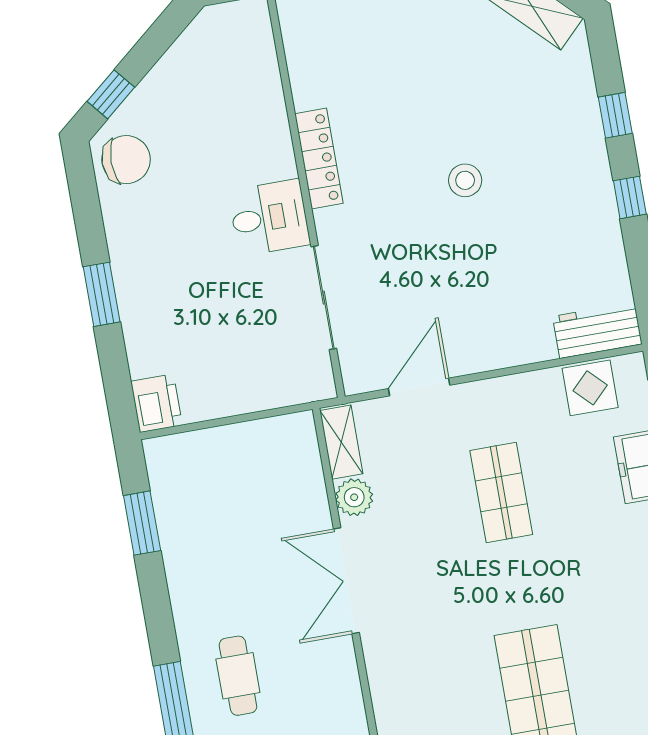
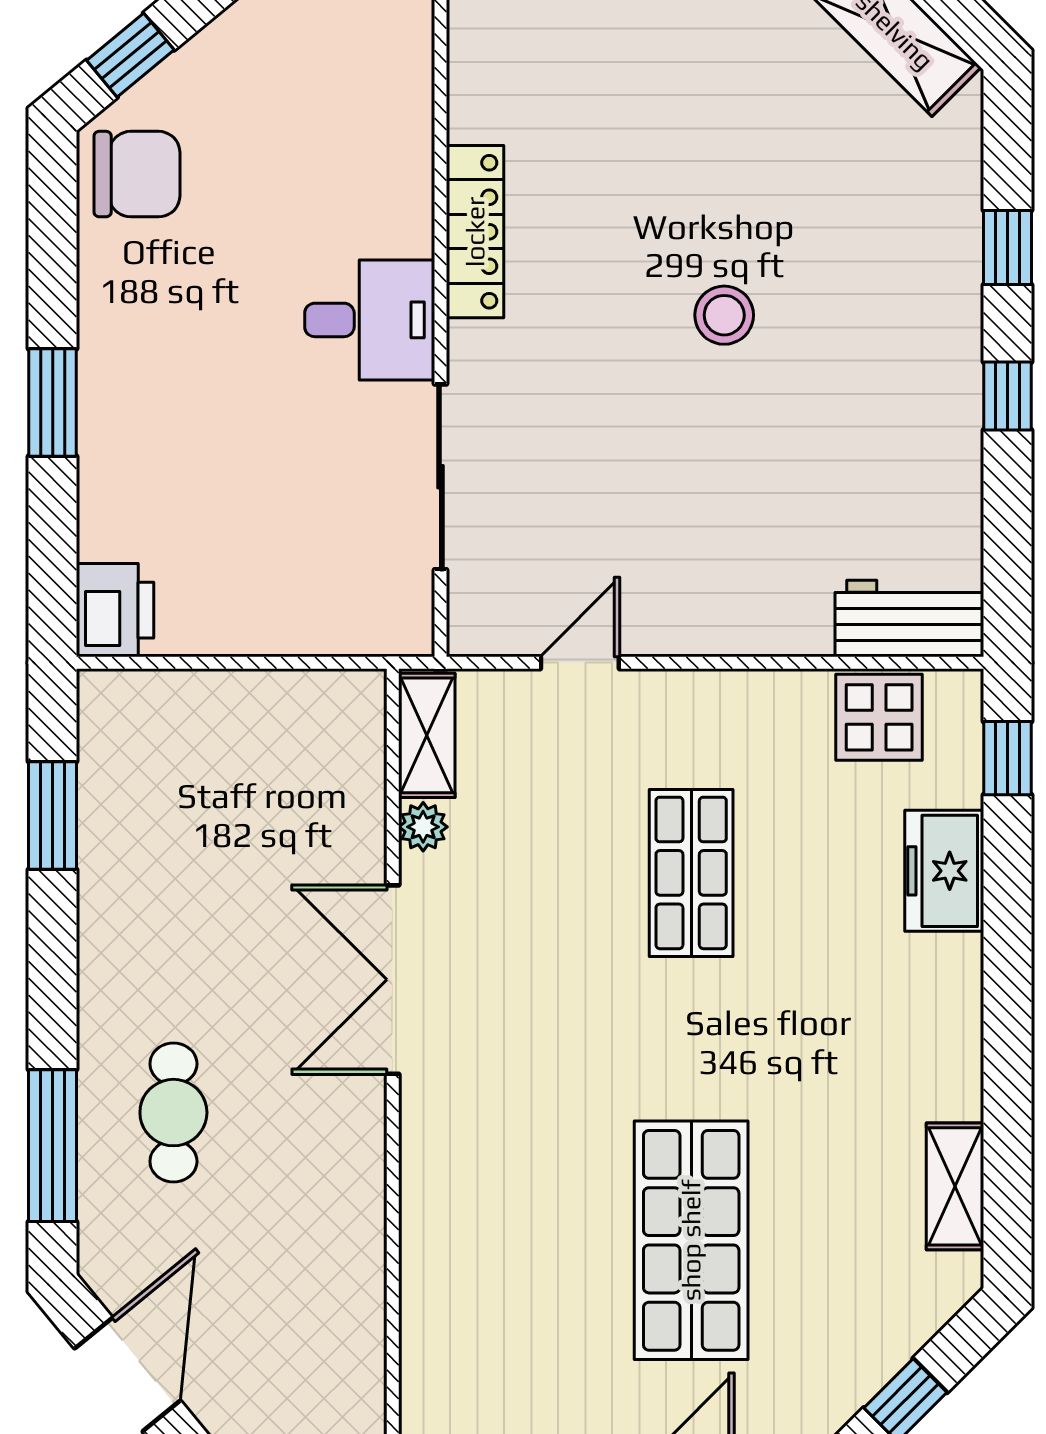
door: (419, 387) -> (580, 663), width x0.73
plant: (354, 497) -> (423, 827), width x0.73, depth x0.73

